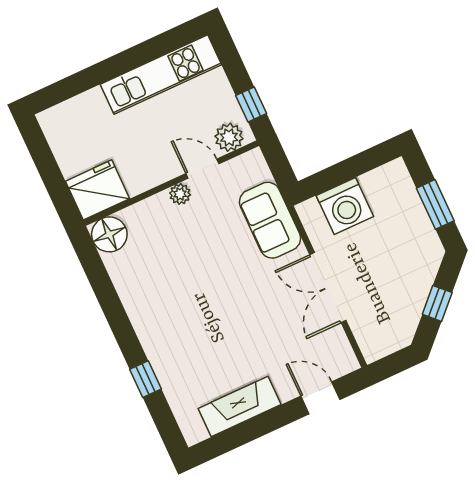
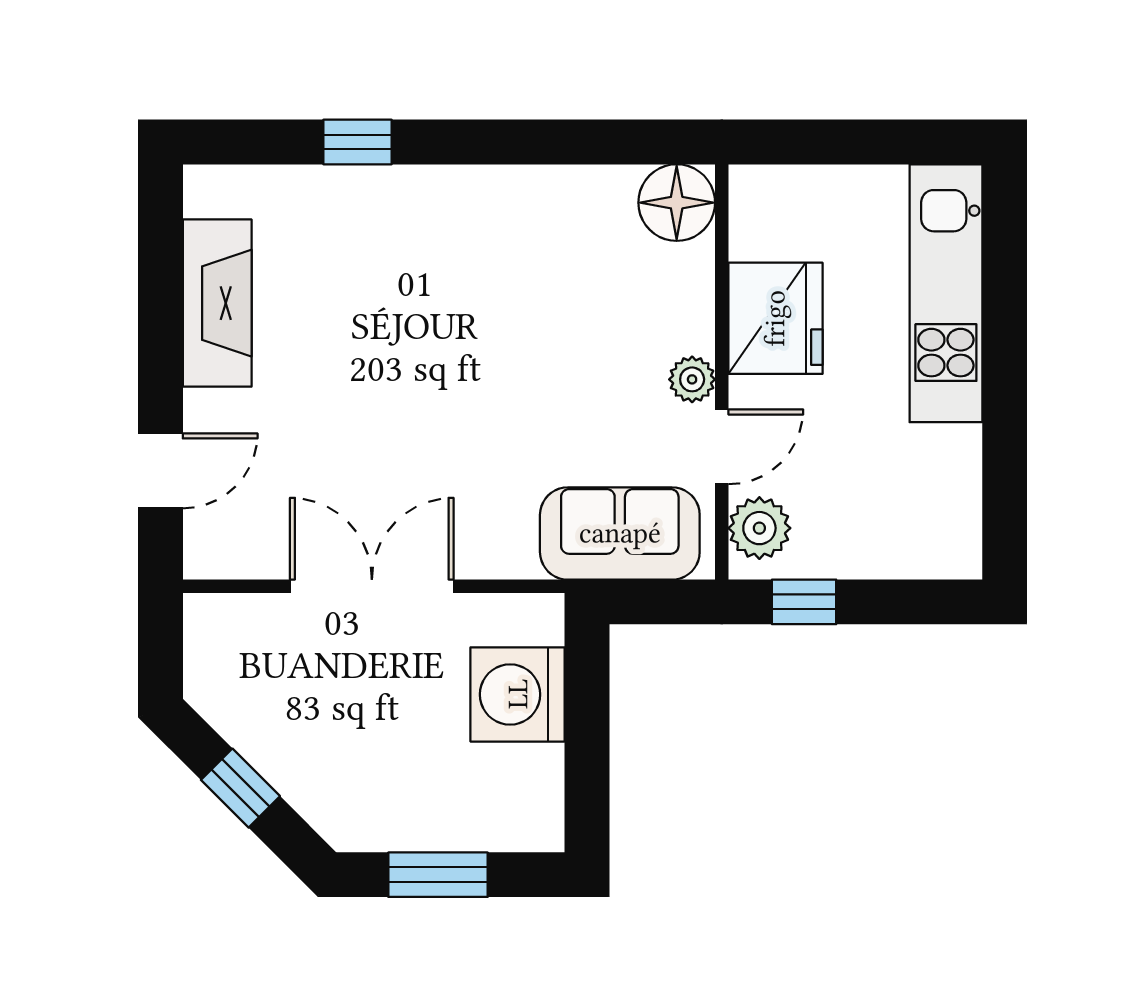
kitchen unit: (161, 75) -> (946, 293), moved
fridge: (97, 190) -> (775, 318), moved
sofa: (270, 220) -> (620, 533), moved

